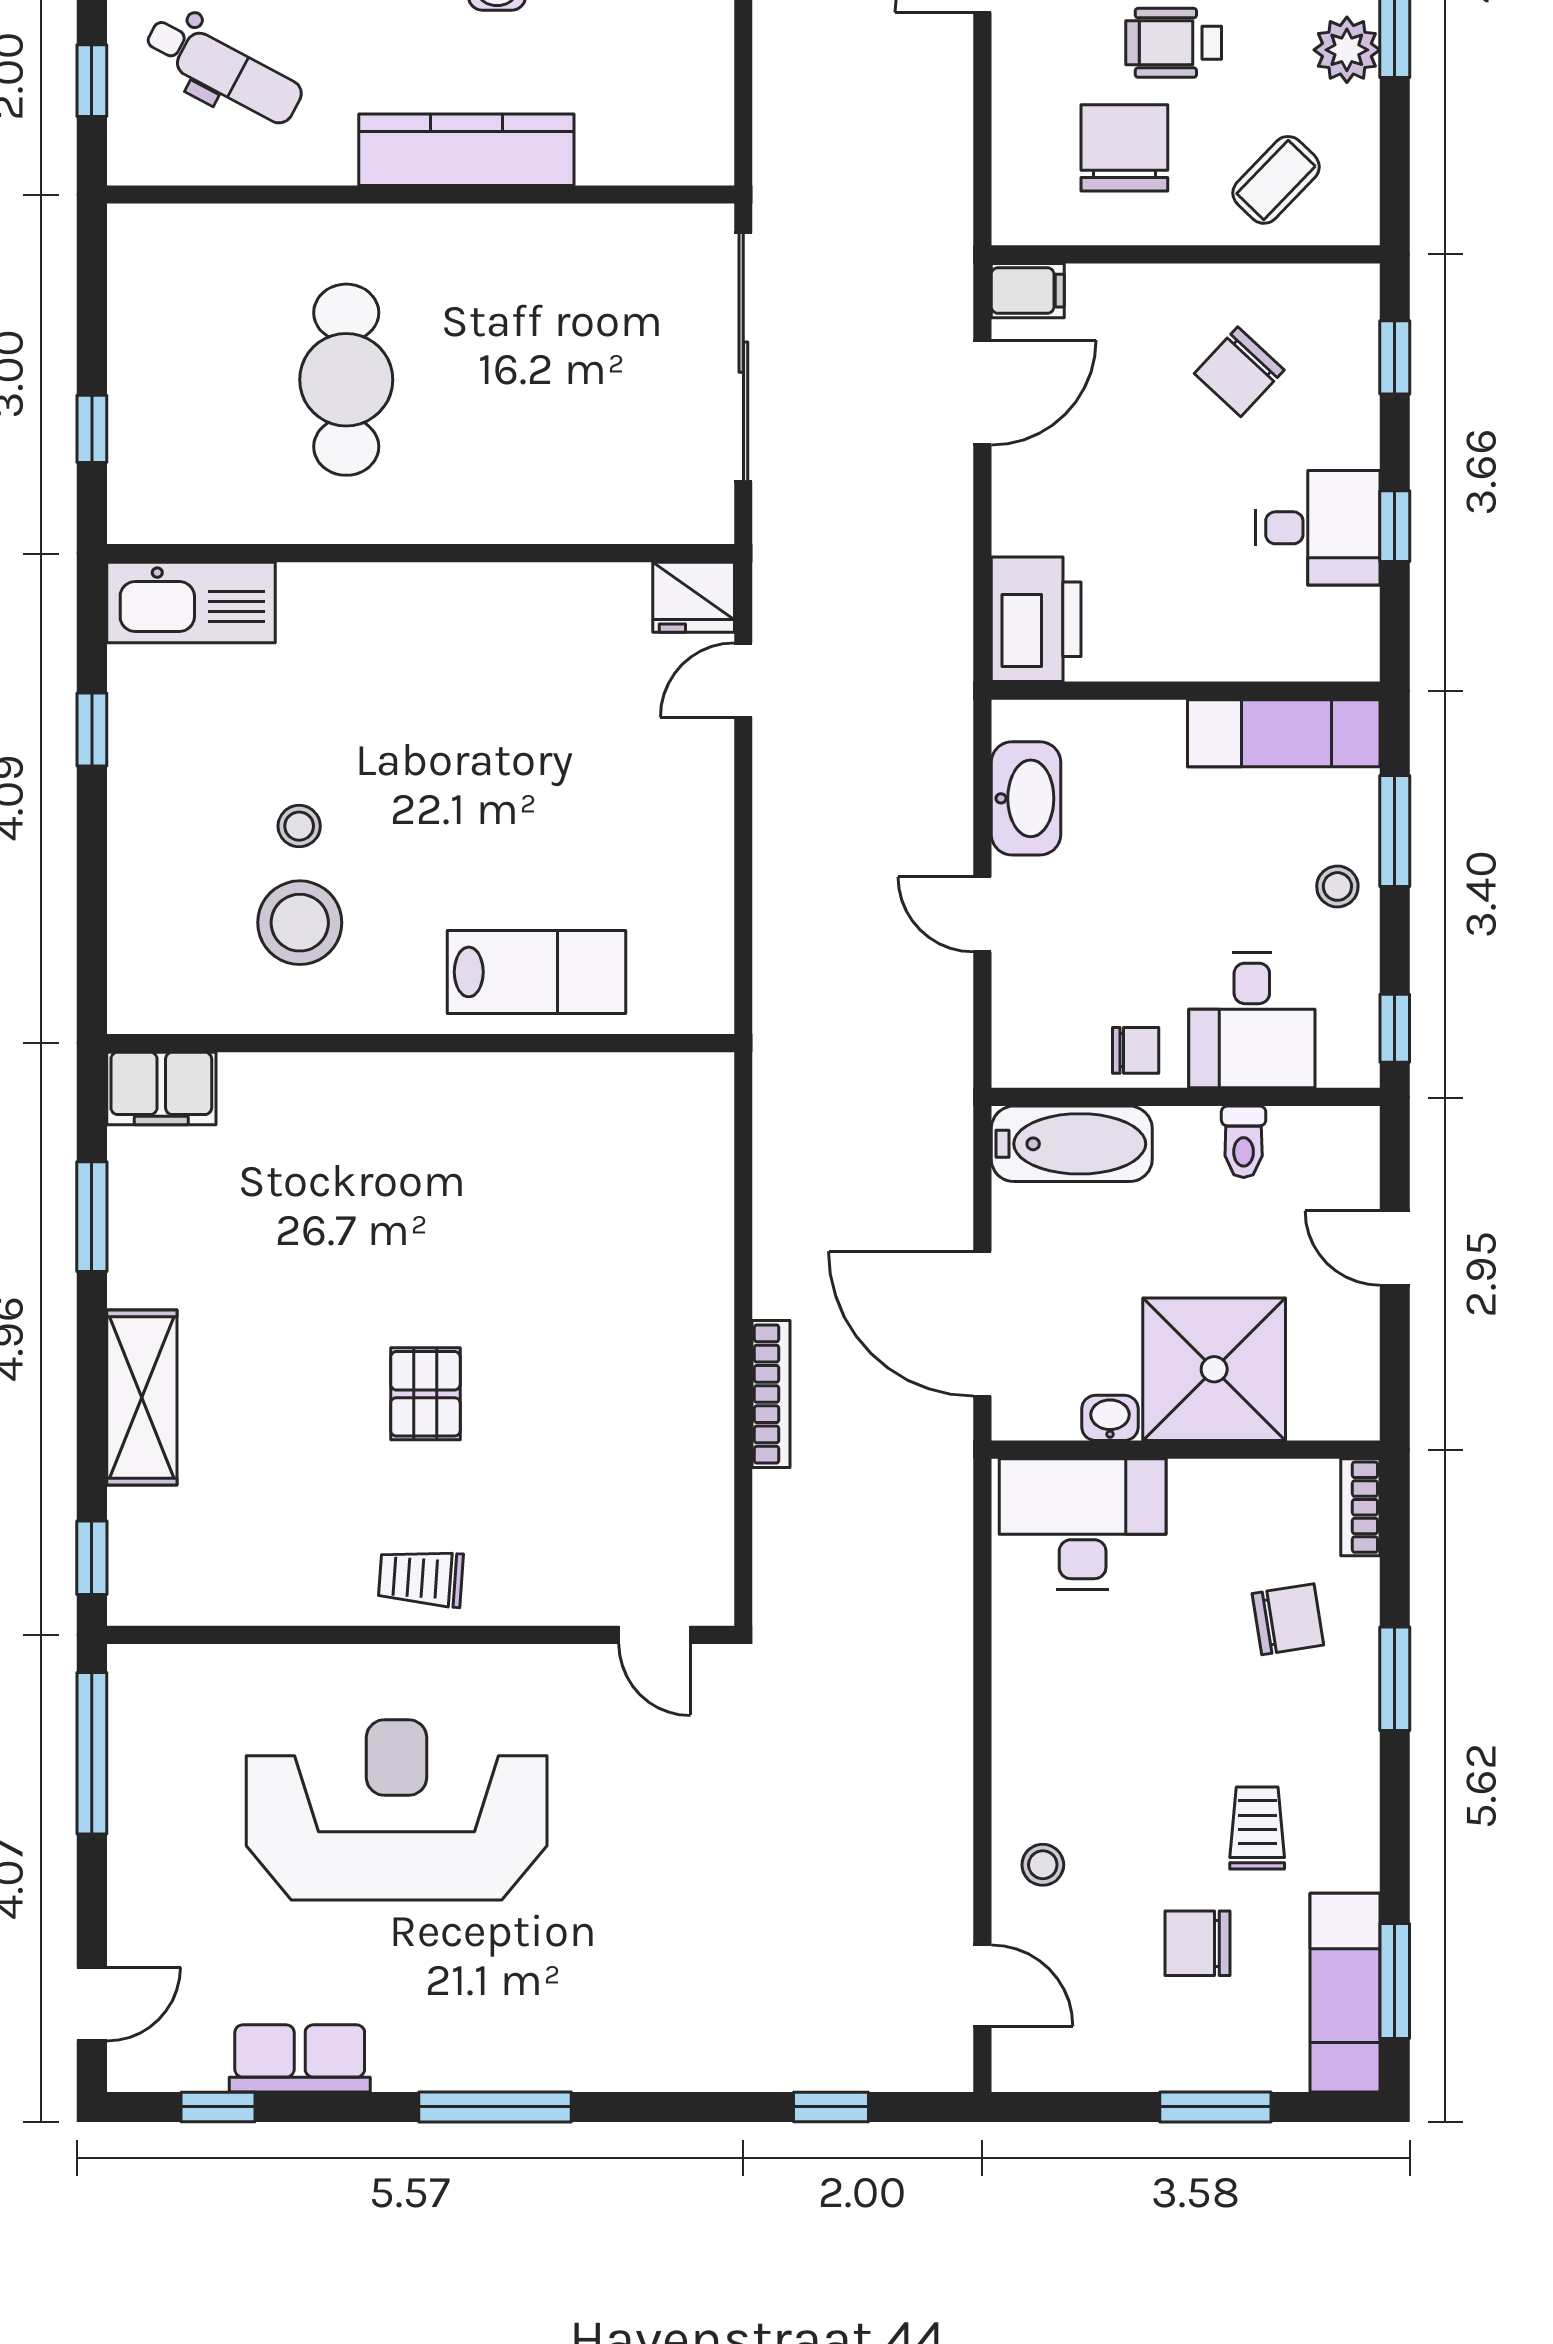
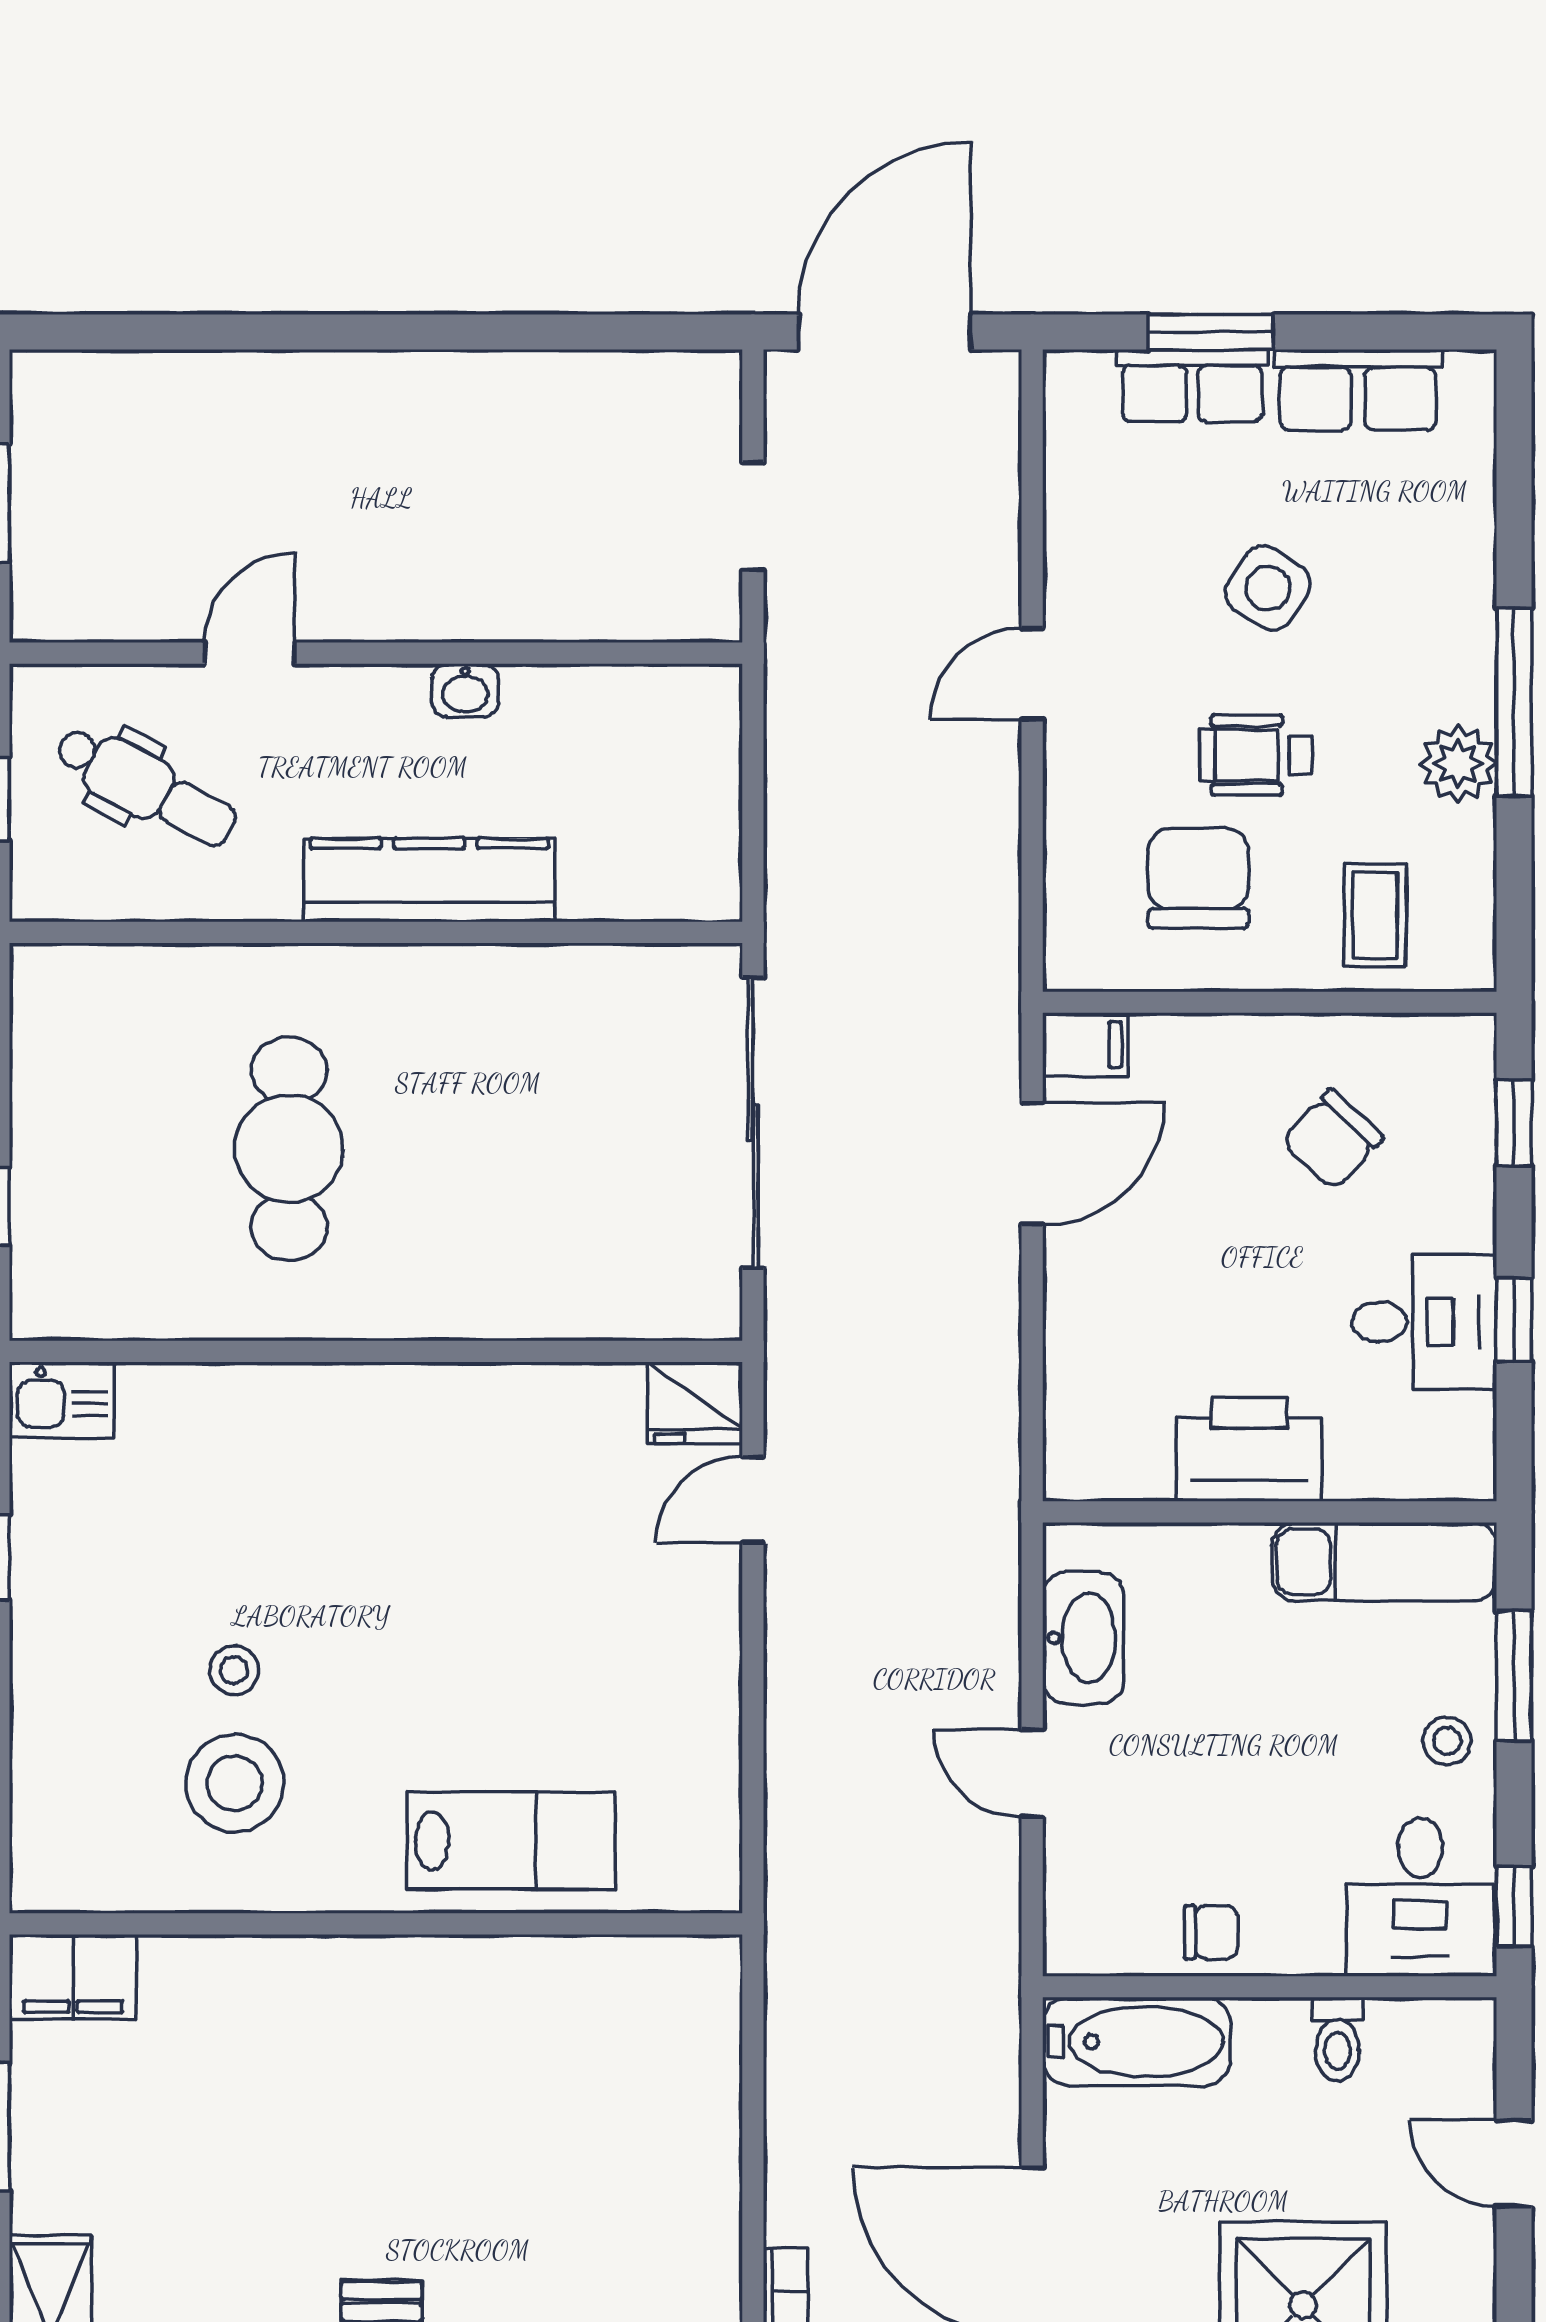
coffee table: (1276, 180) -> (1375, 915), turned -44
kitchen sink: (191, 602) -> (62, 1400), width x0.53, depth x0.81
printer: (1036, 619) -> (1249, 1449), moved, turned -90
desk: (1252, 1020) -> (1420, 1897), moved

